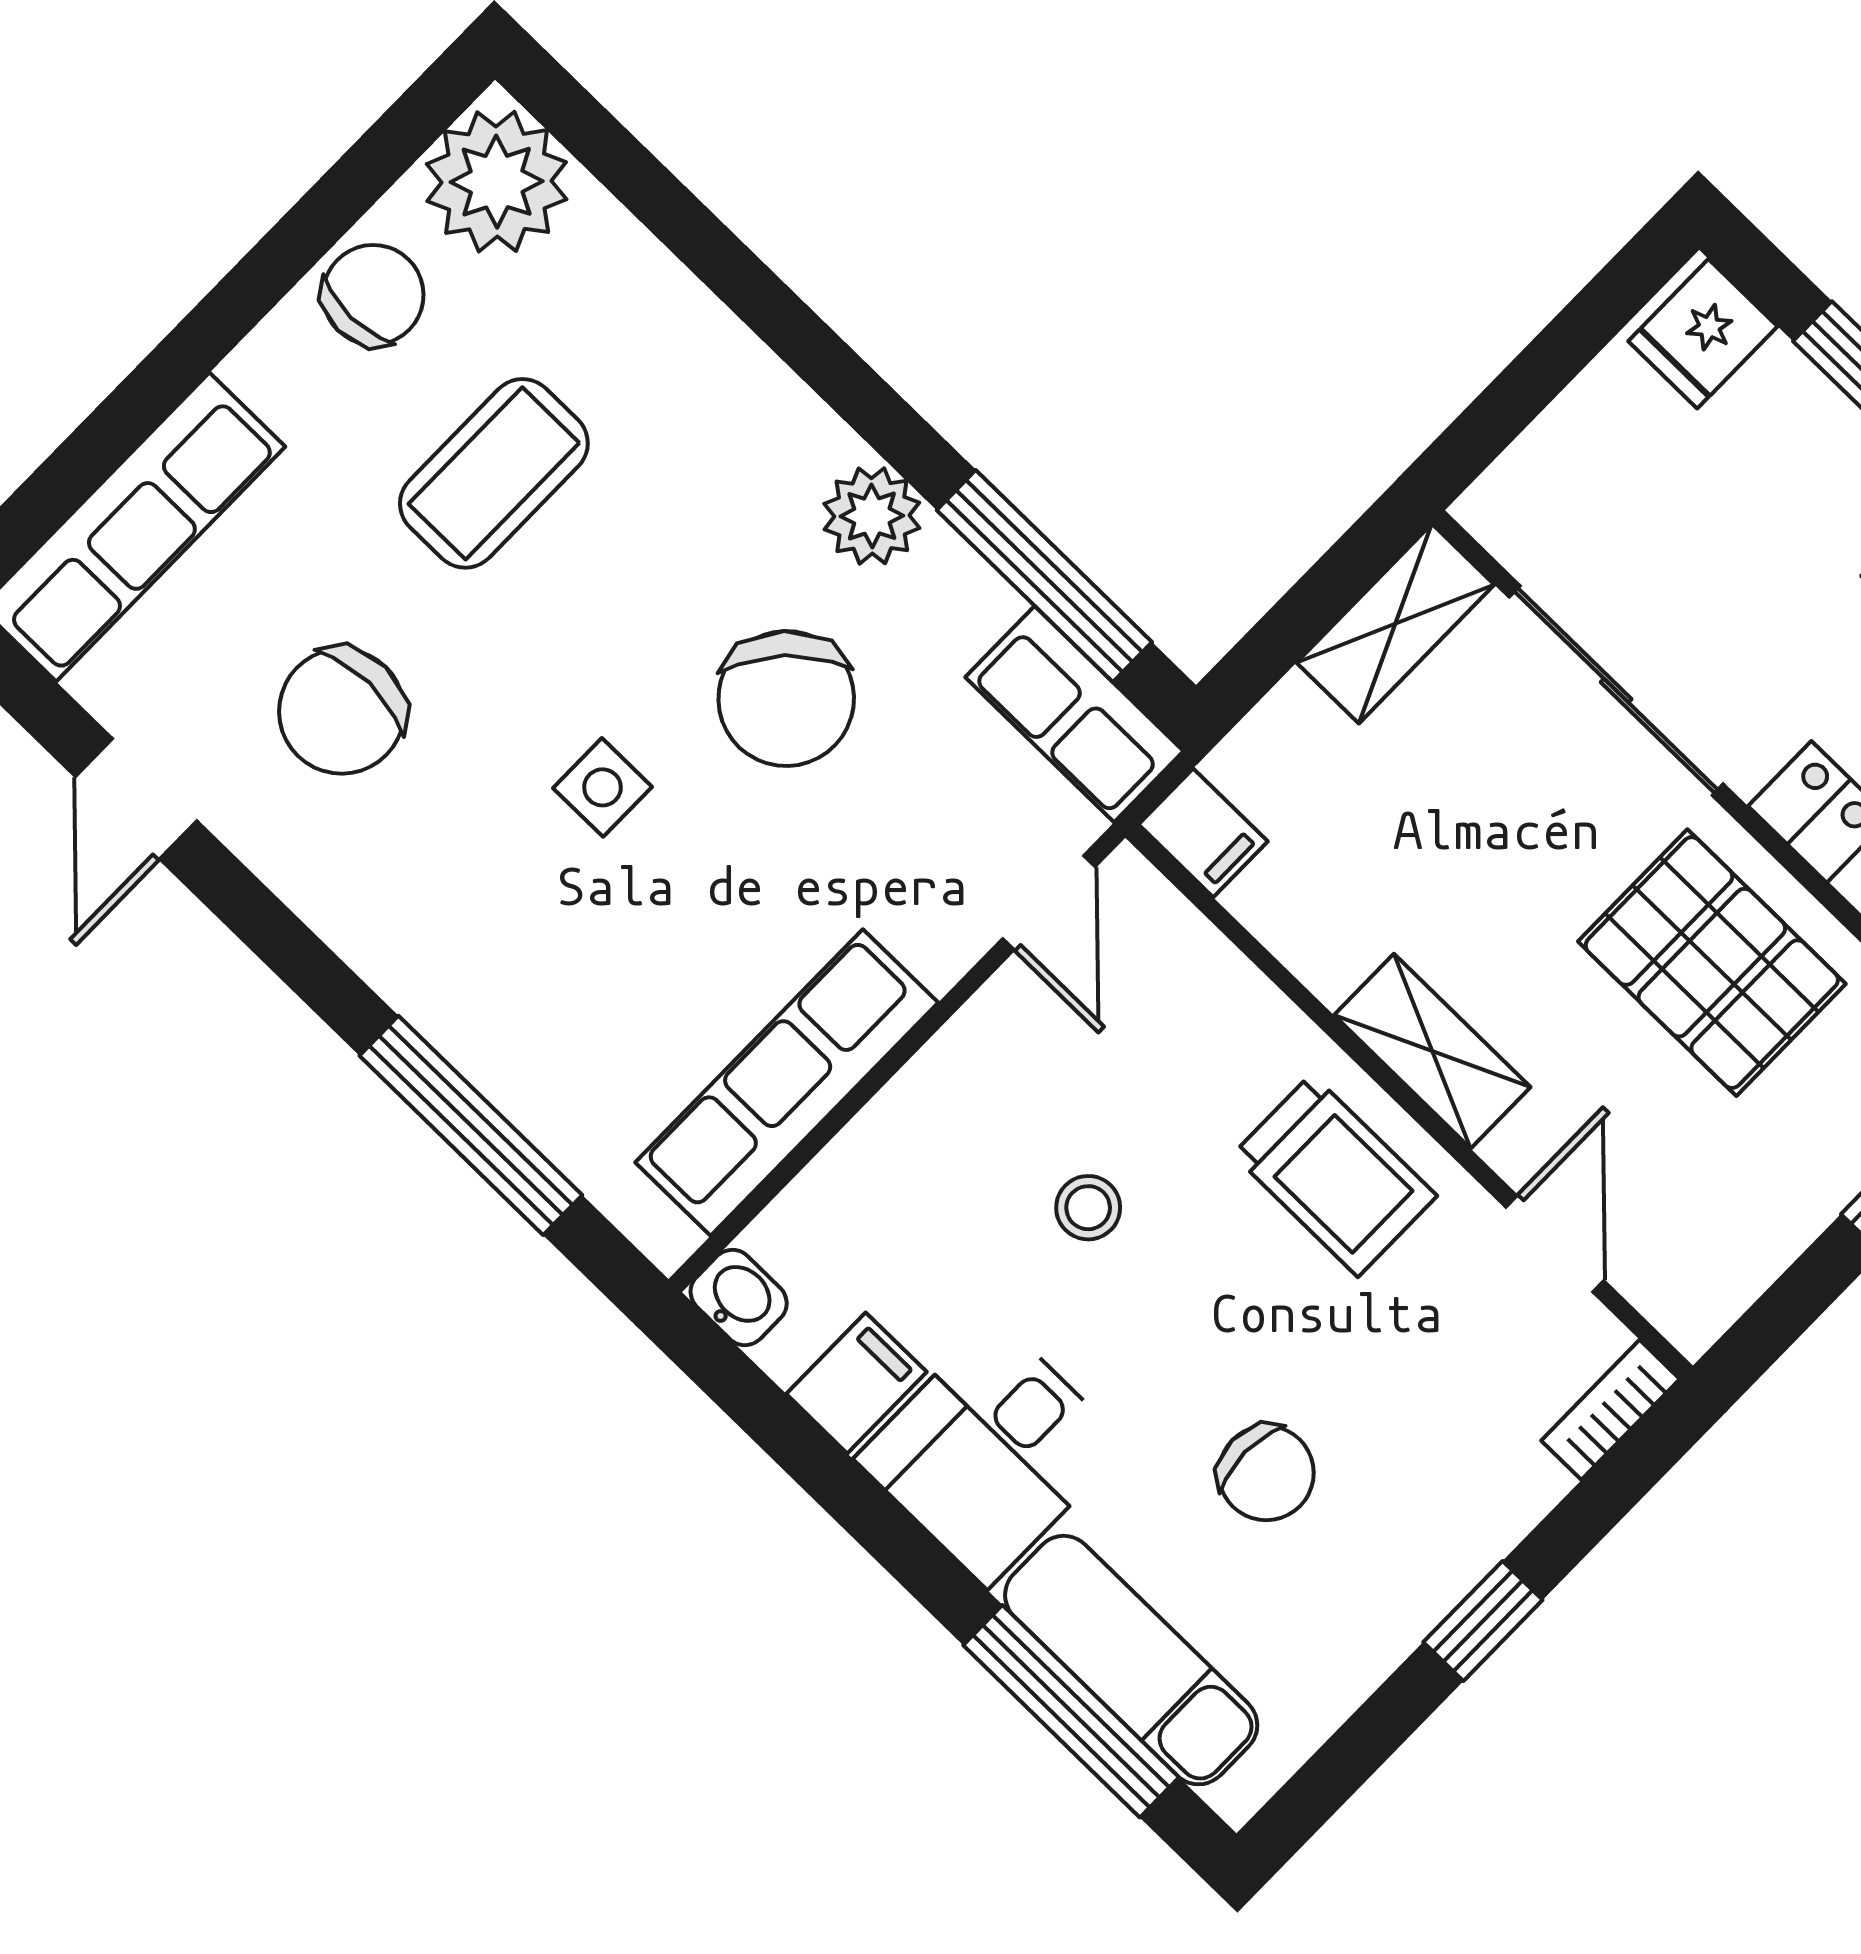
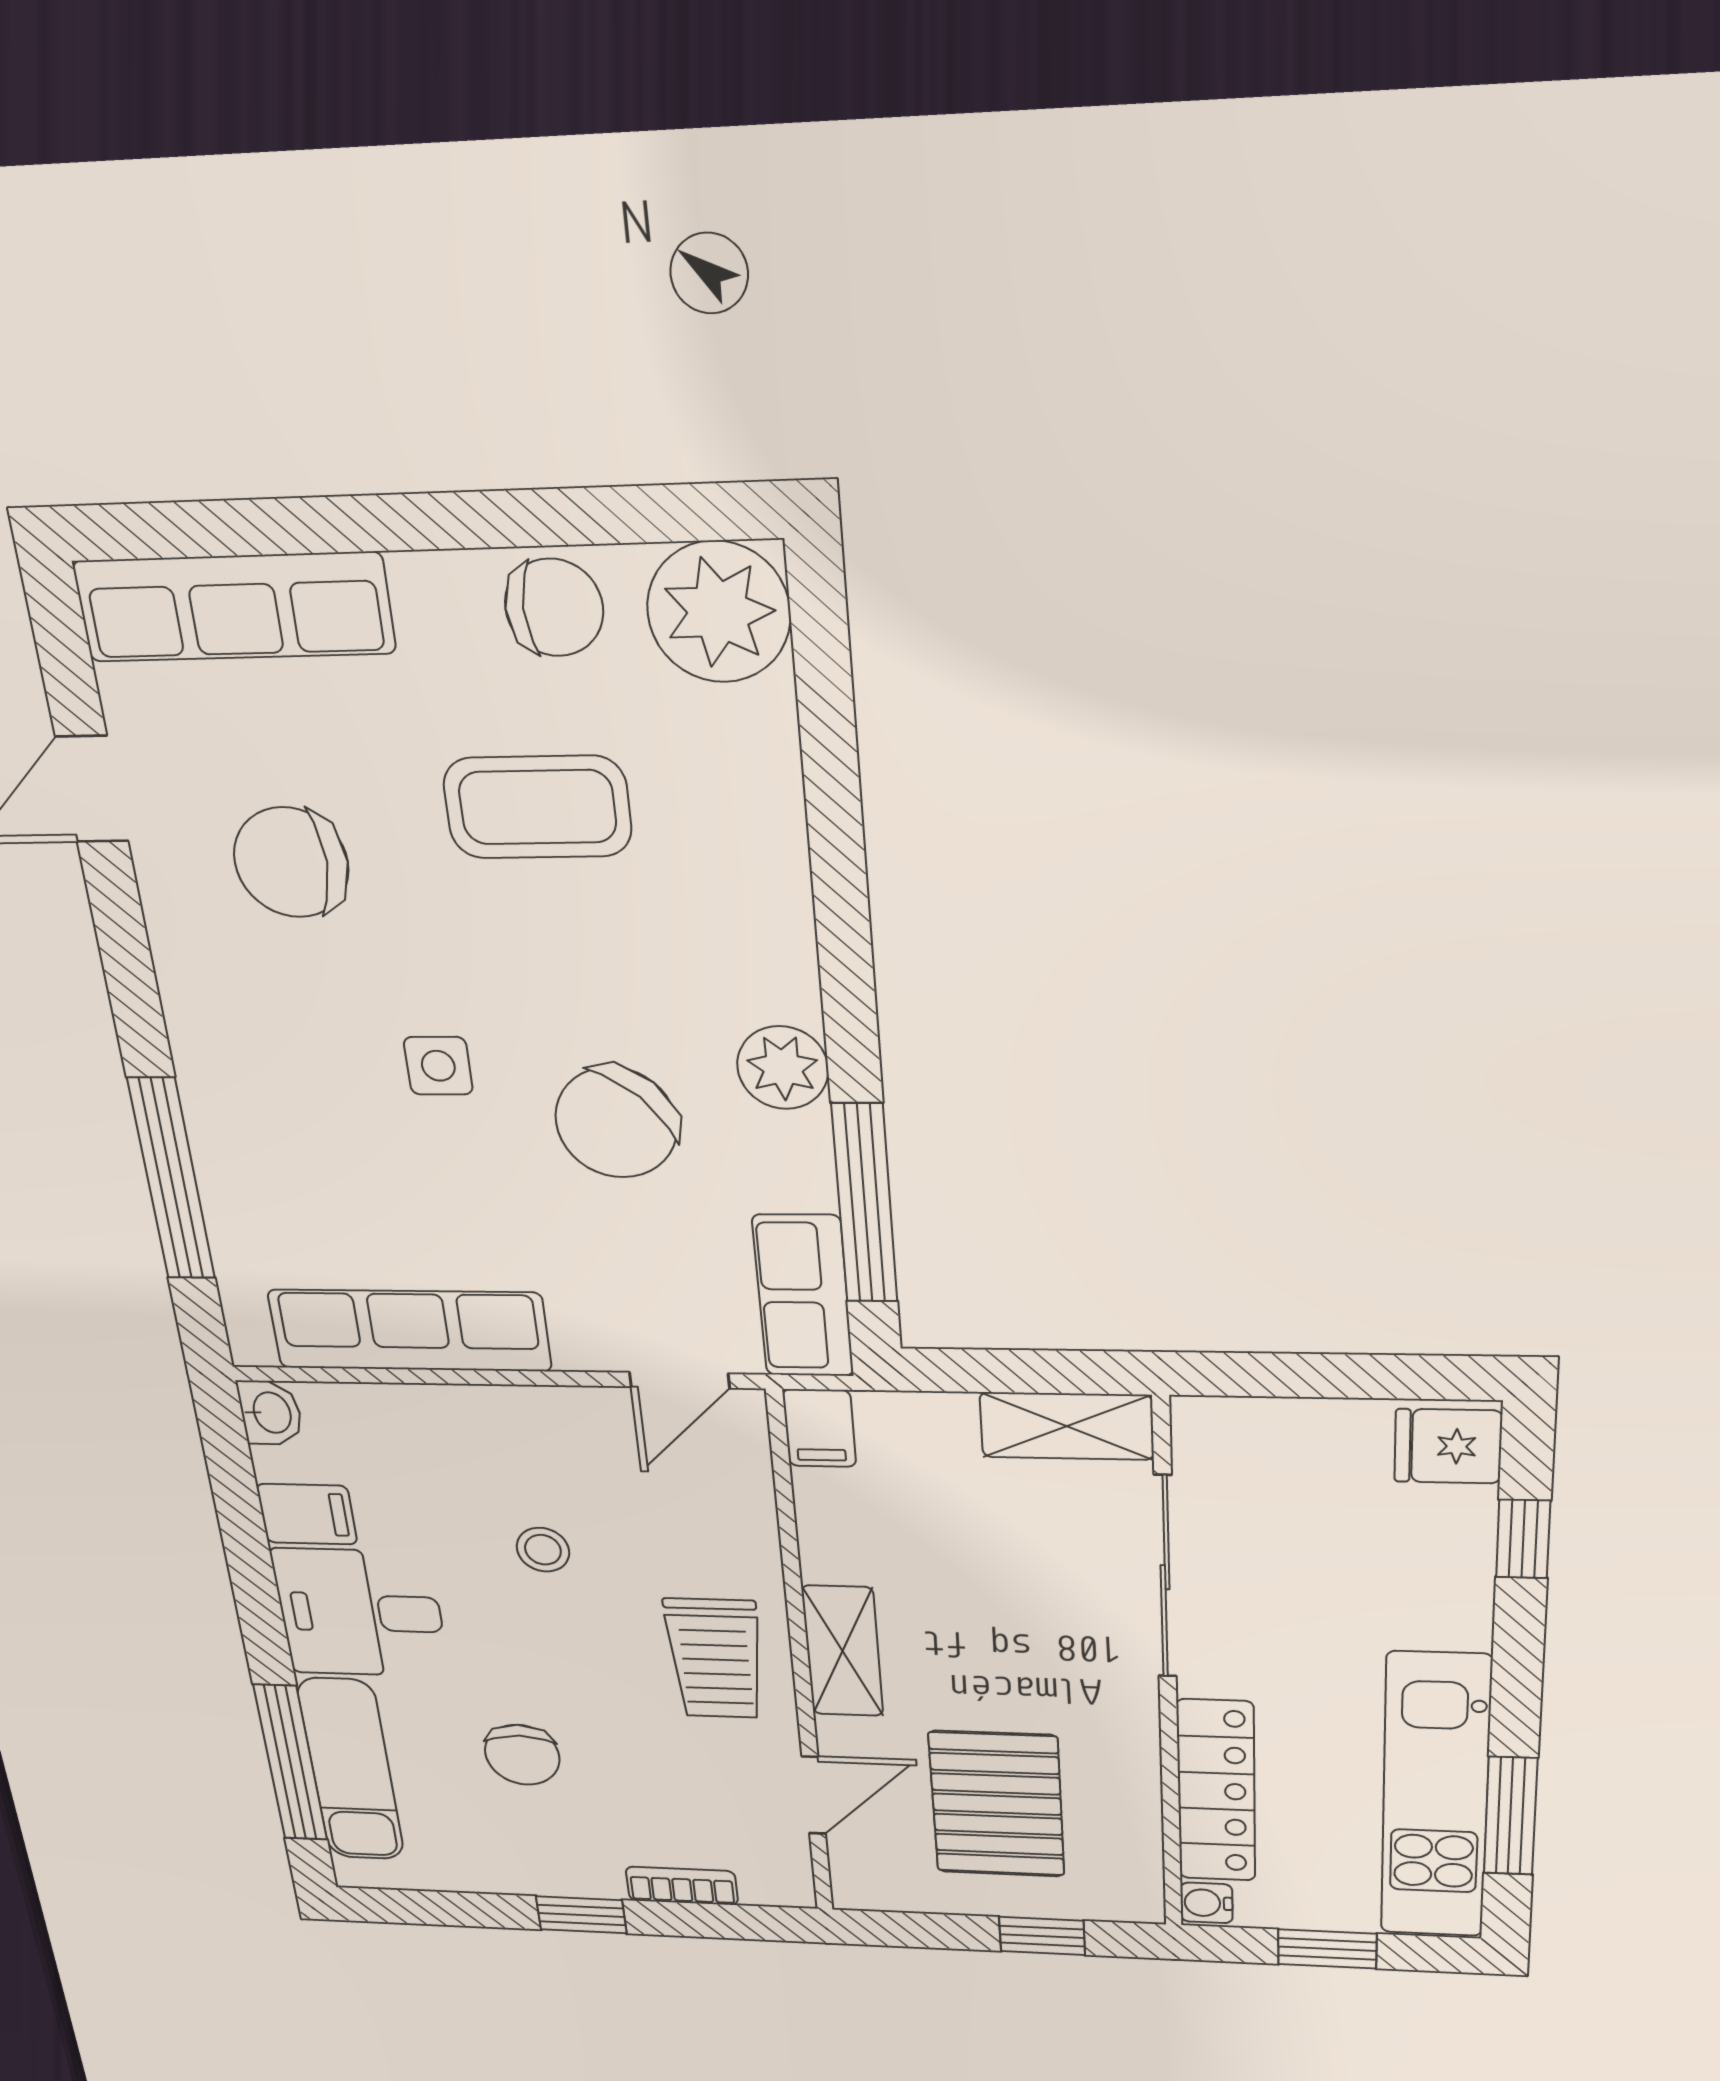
pallet: (1712, 963) -> (997, 1804), moved
bookcase: (1611, 1410) -> (682, 1886), moved

